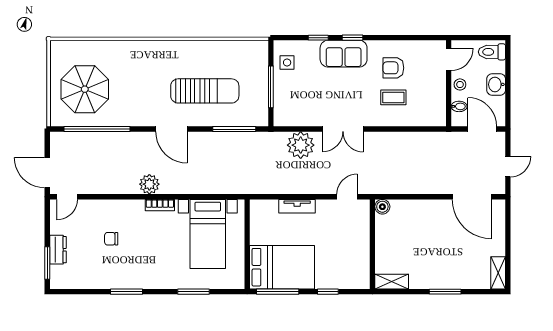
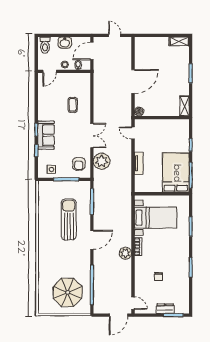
door: (449, 59) -> (50, 71), swing flipped
armchair: (393, 68) -> (79, 164), moved
door: (472, 197) -> (133, 82), moved

